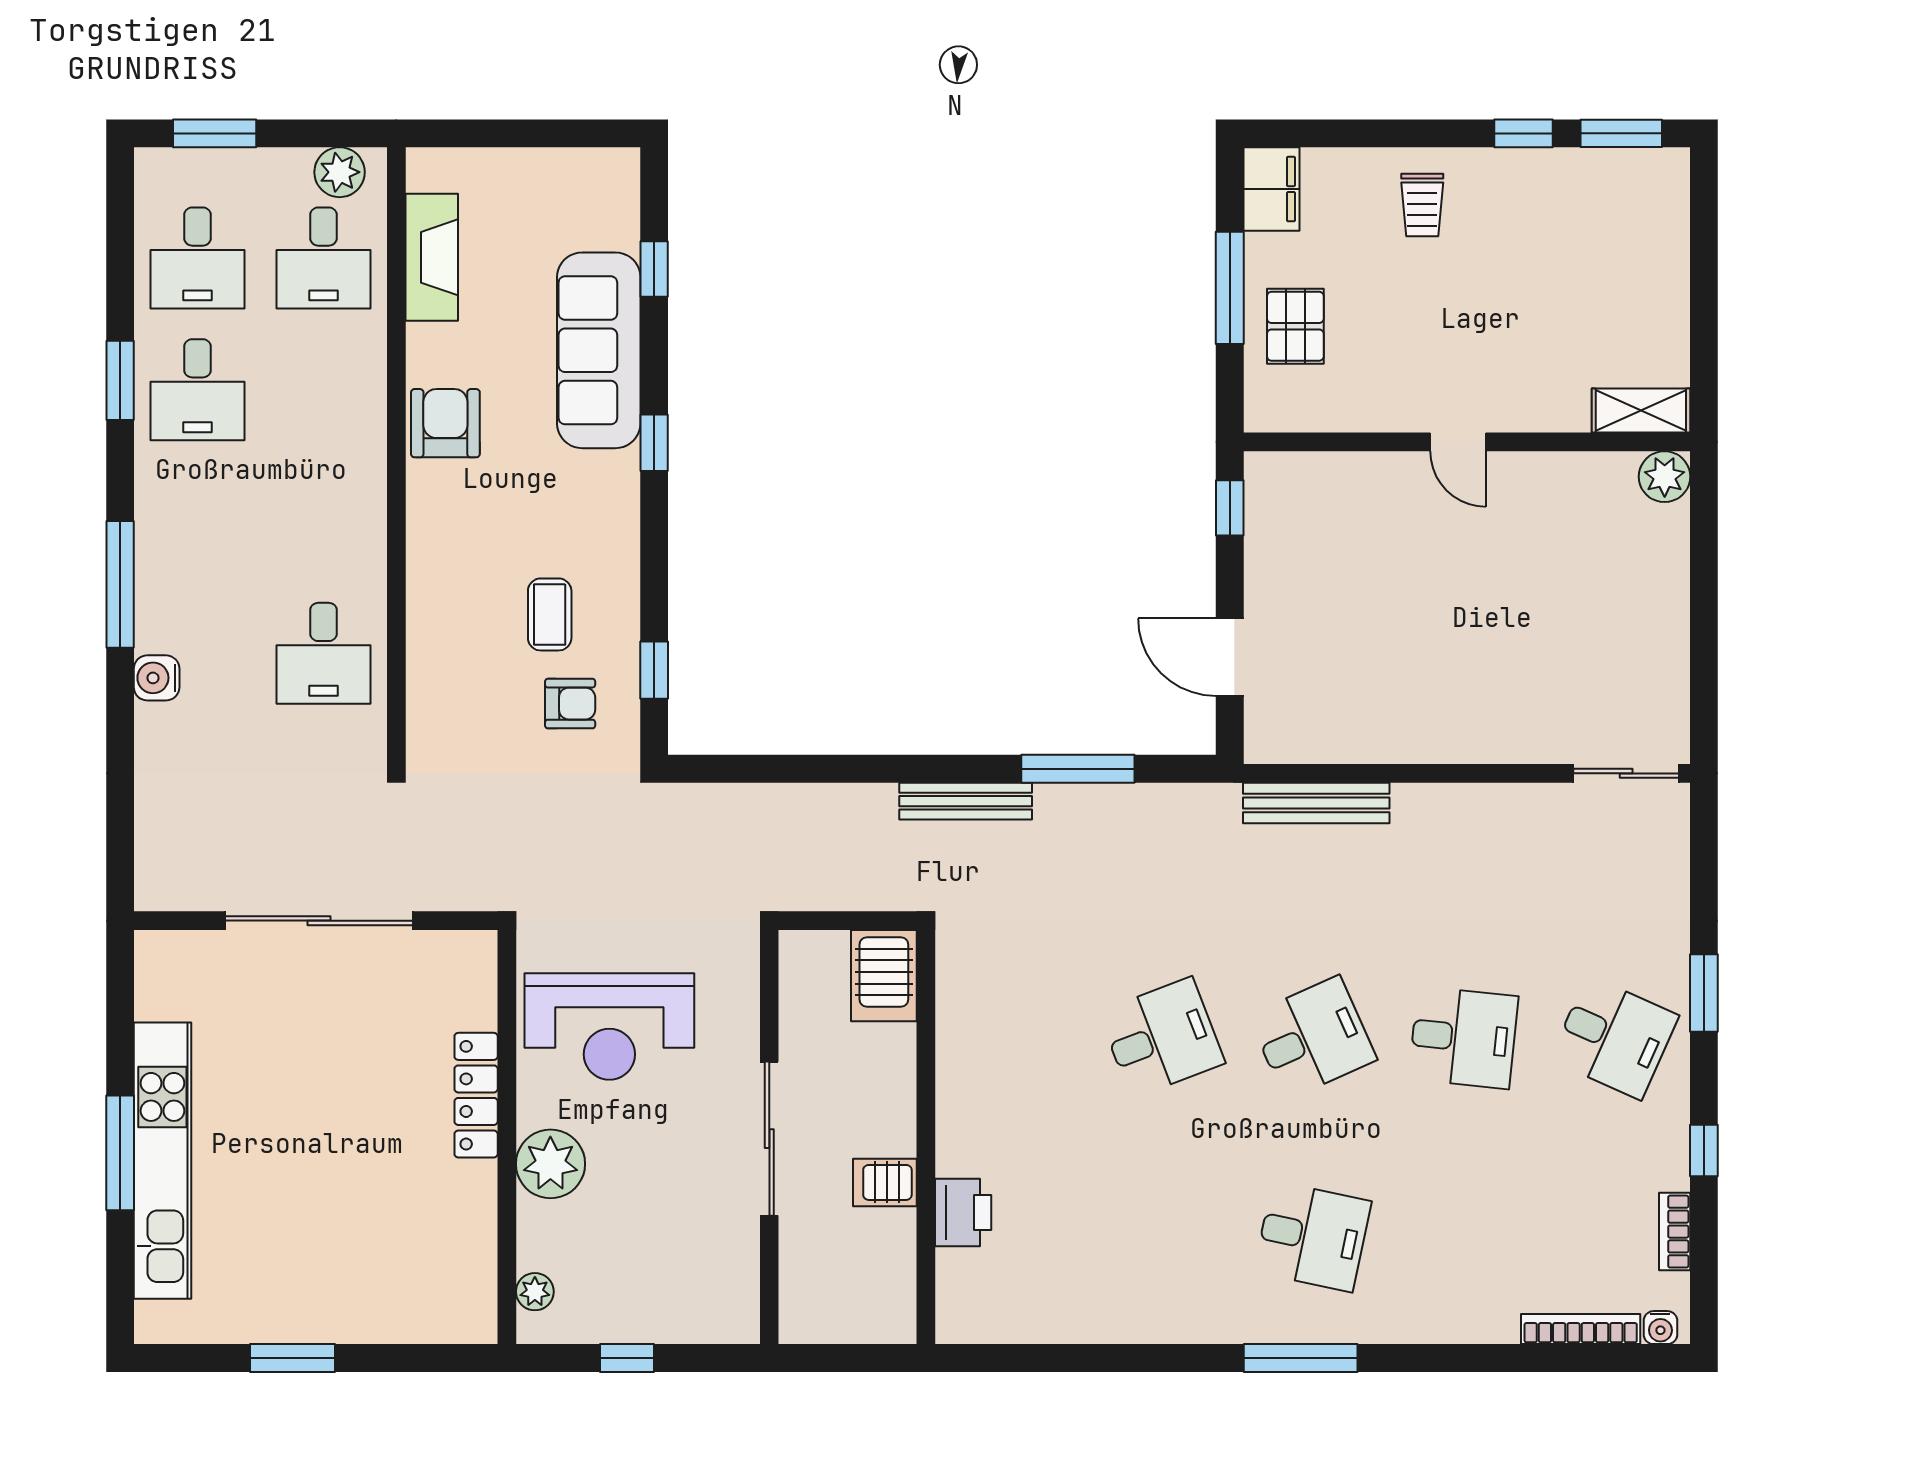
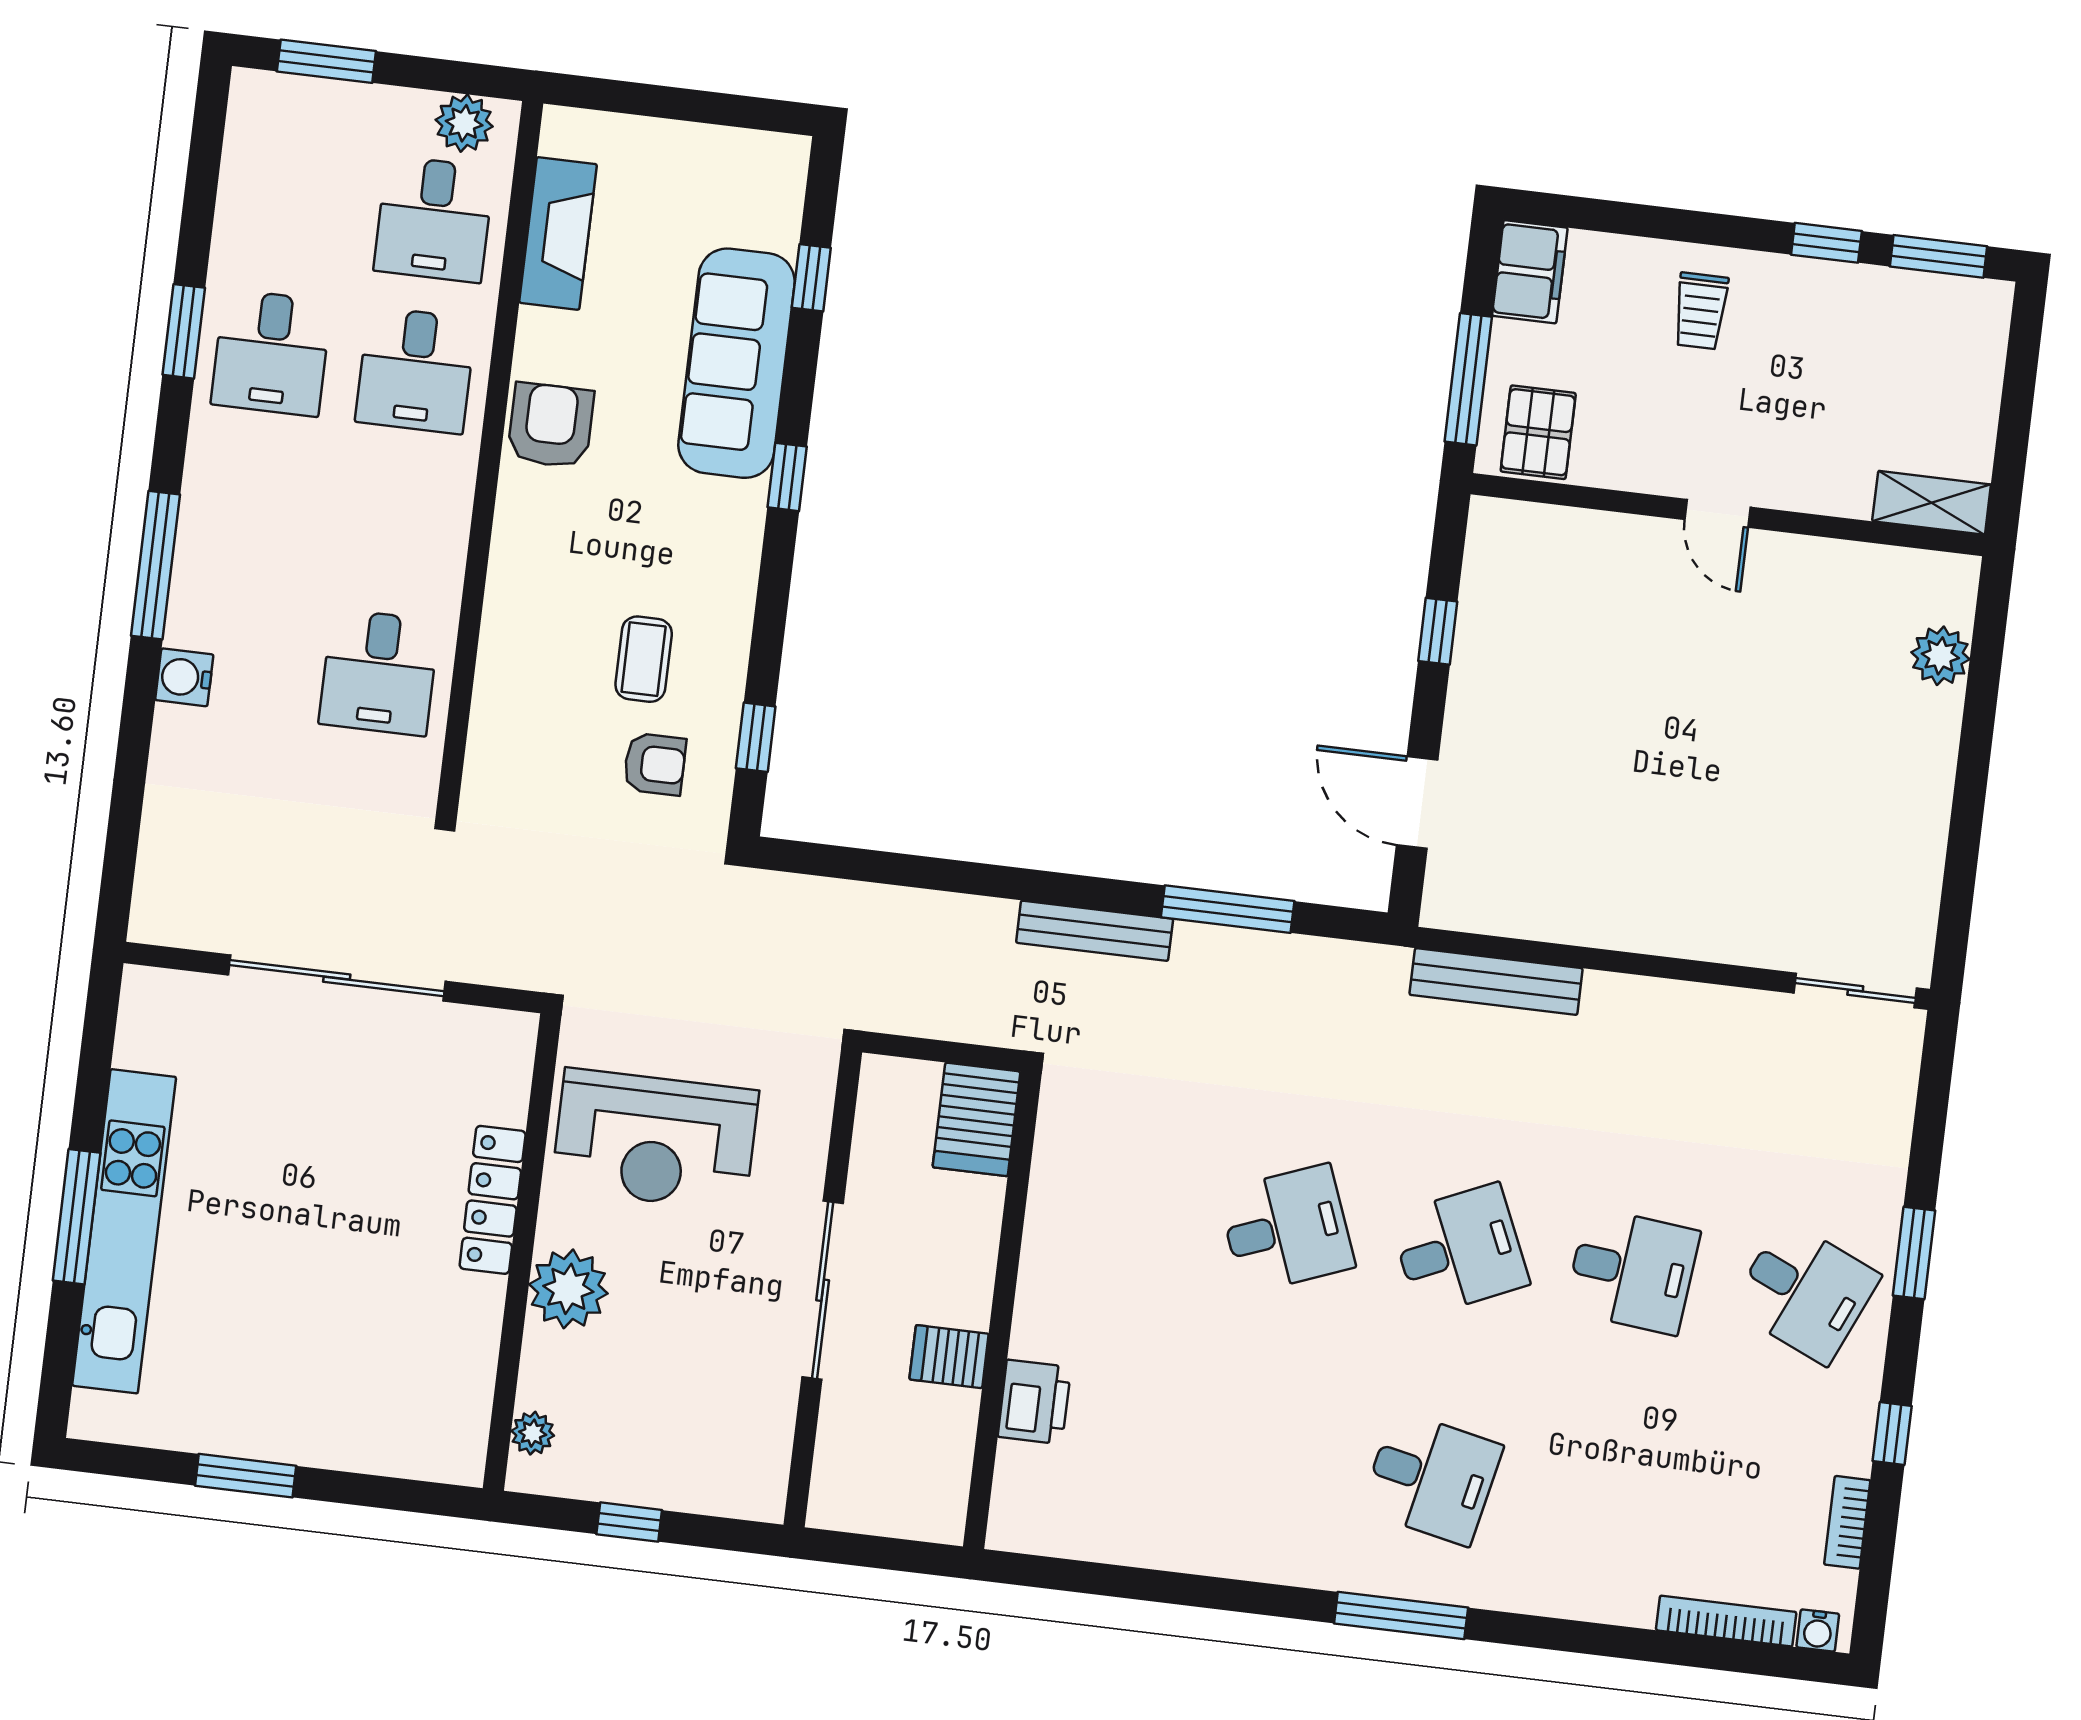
desk: (198, 258) -> (416, 370), moved
shelving: (1641, 410) -> (1932, 503), moved
door: (1458, 442) -> (1717, 513), moved
wall: (1467, 442) -> (1728, 515), moved

